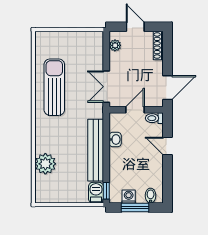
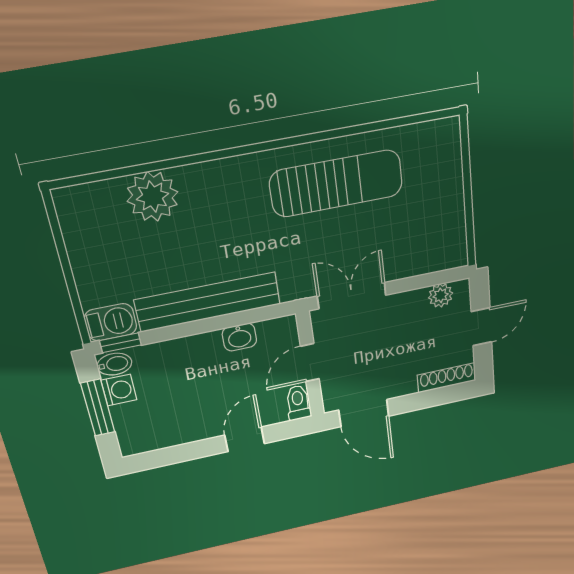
door: (135, 110) -> (310, 363), swing flipped
bidet: (151, 196) -> (114, 364), moved

